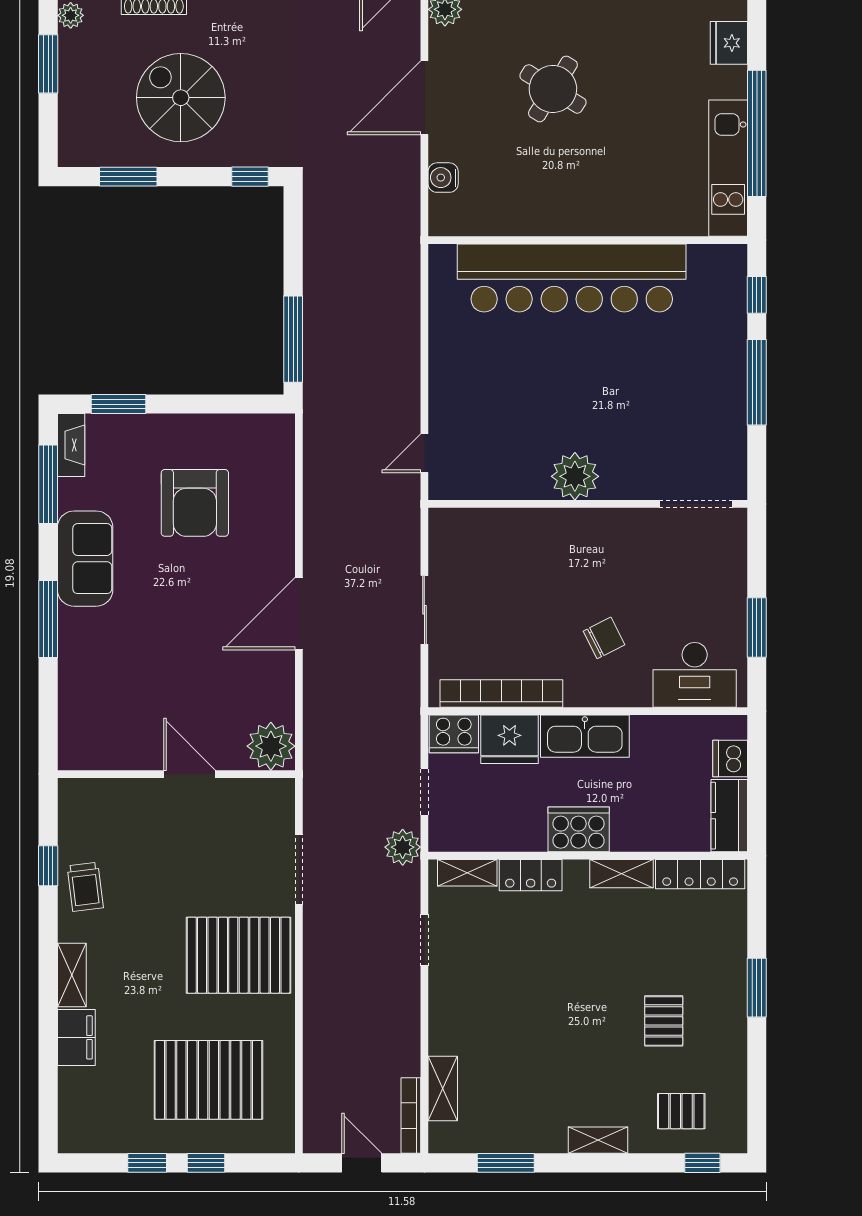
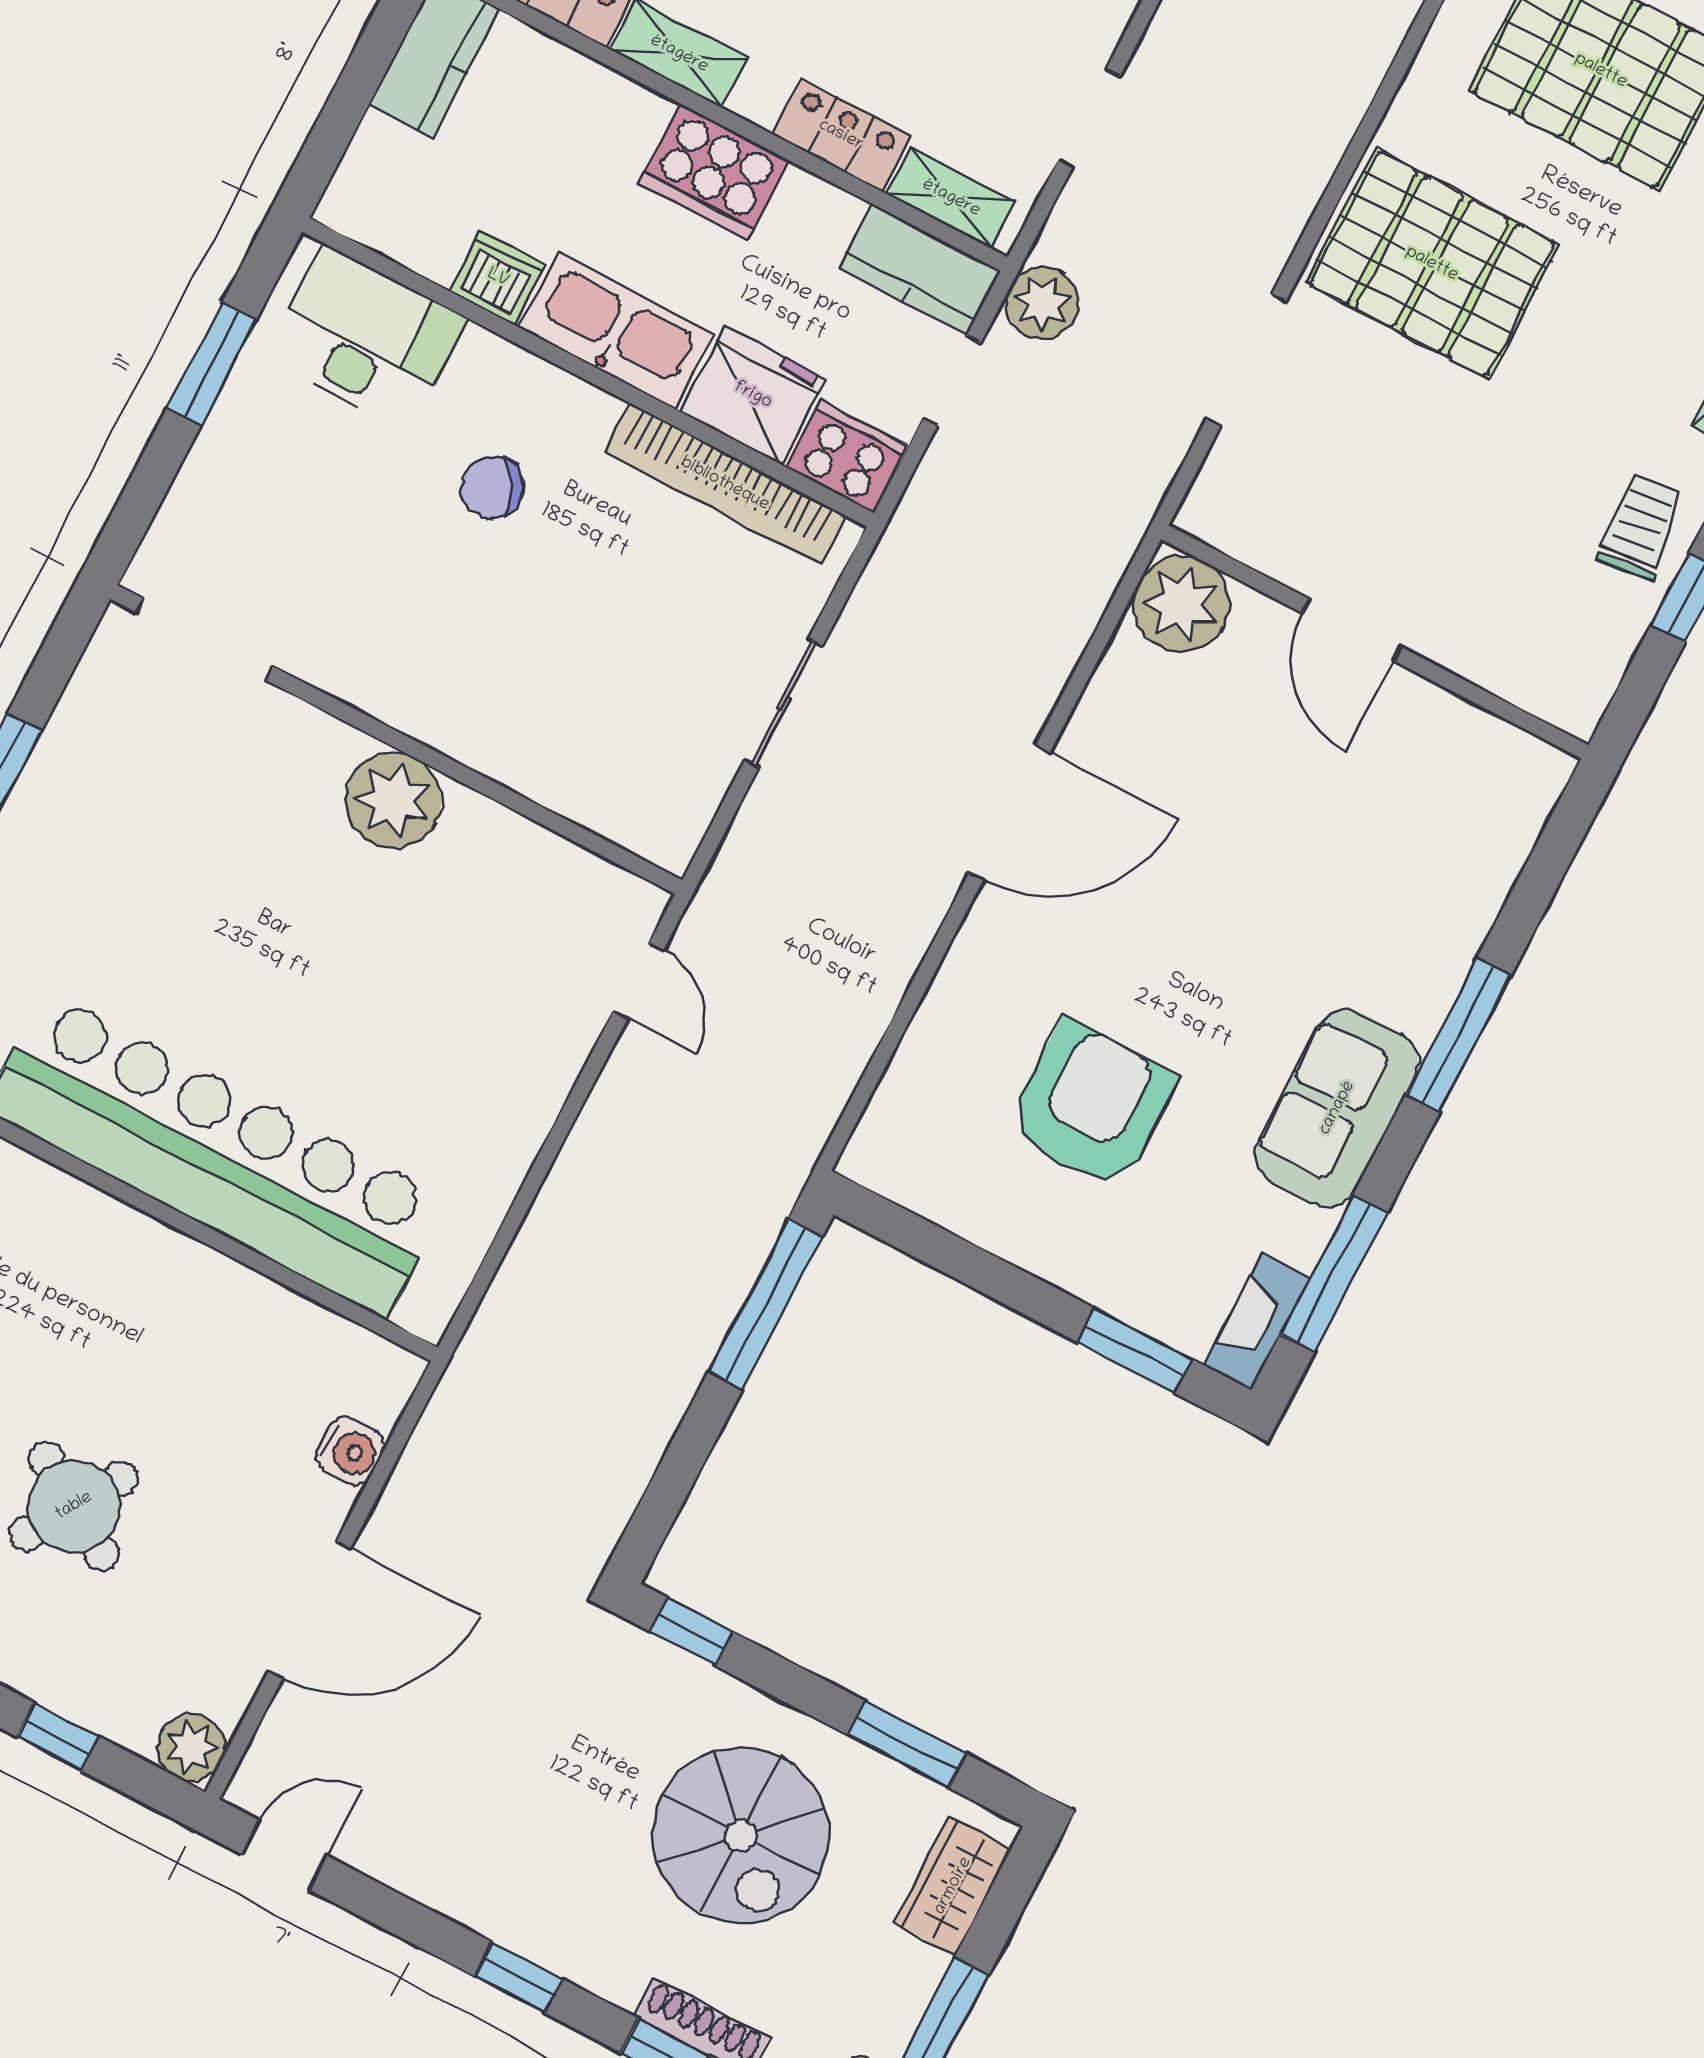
wardrobe: (75, 124) -> (953, 1886), added
door: (424, 453) -> (639, 980), hinge flipped
dishwasher: (730, 758) -> (498, 278), moved, turned -90
kitchen counter: (465, 834) -> (920, 269), added

